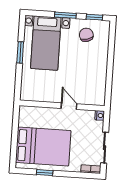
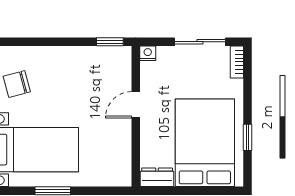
window: (108, 93) -> (110, 42), added
dresser: (24, 116) -> (157, 177), added

